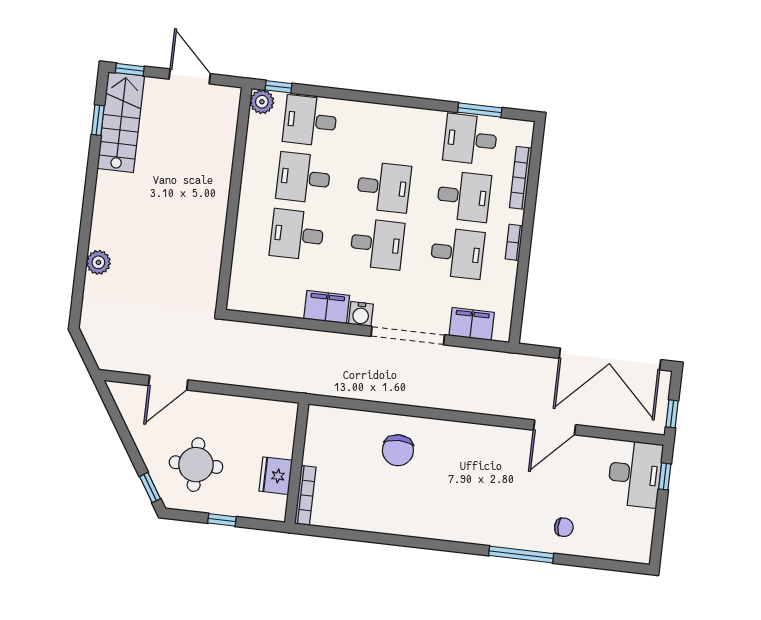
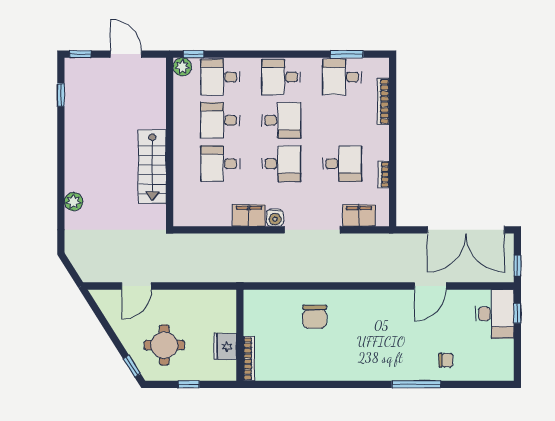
stairs: (121, 122) -> (152, 167), moved, turned 180
desk: (464, 196) -> (281, 77), moved, turned 180
bookcase: (514, 242) -> (384, 174), moved

